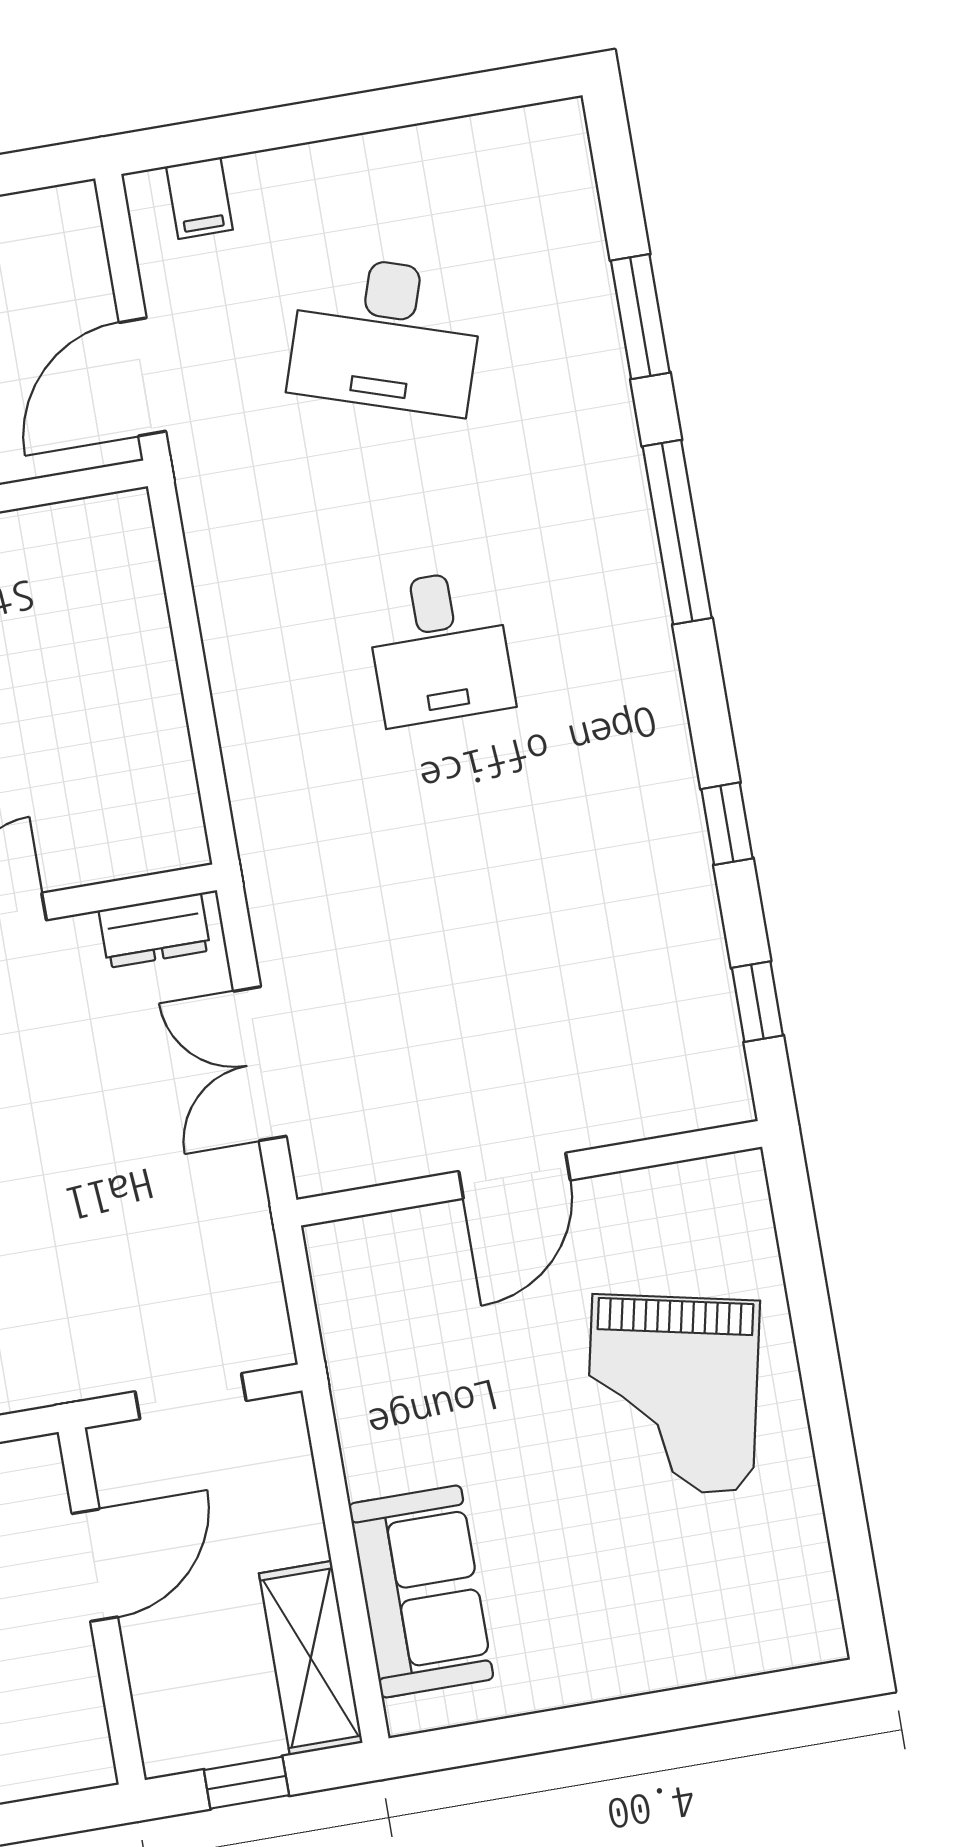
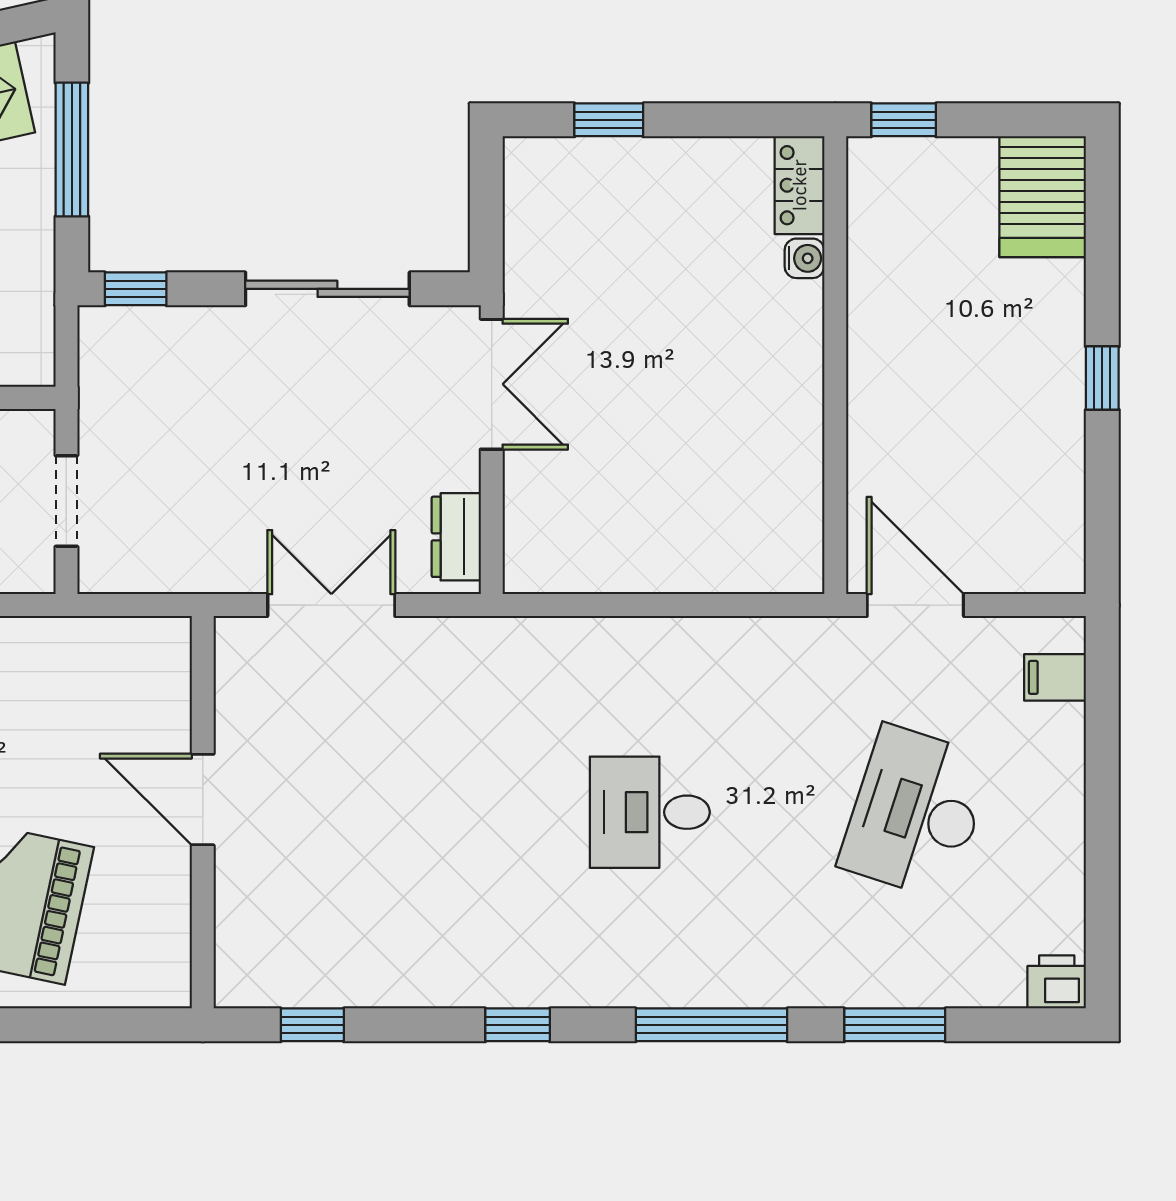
printer: (557, 135) -> (1057, 982), added
window: (727, 824) -> (518, 1025), moved

